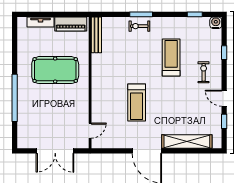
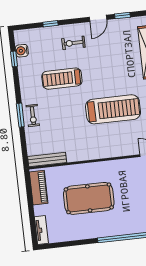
tv unit: (41, 22) -> (41, 230), moved
water cooler: (216, 23) -> (22, 51), moved
pool table: (55, 70) -> (89, 198), turned 90
treadmill: (137, 103) -> (113, 109), width x1.37, depth x1.38

